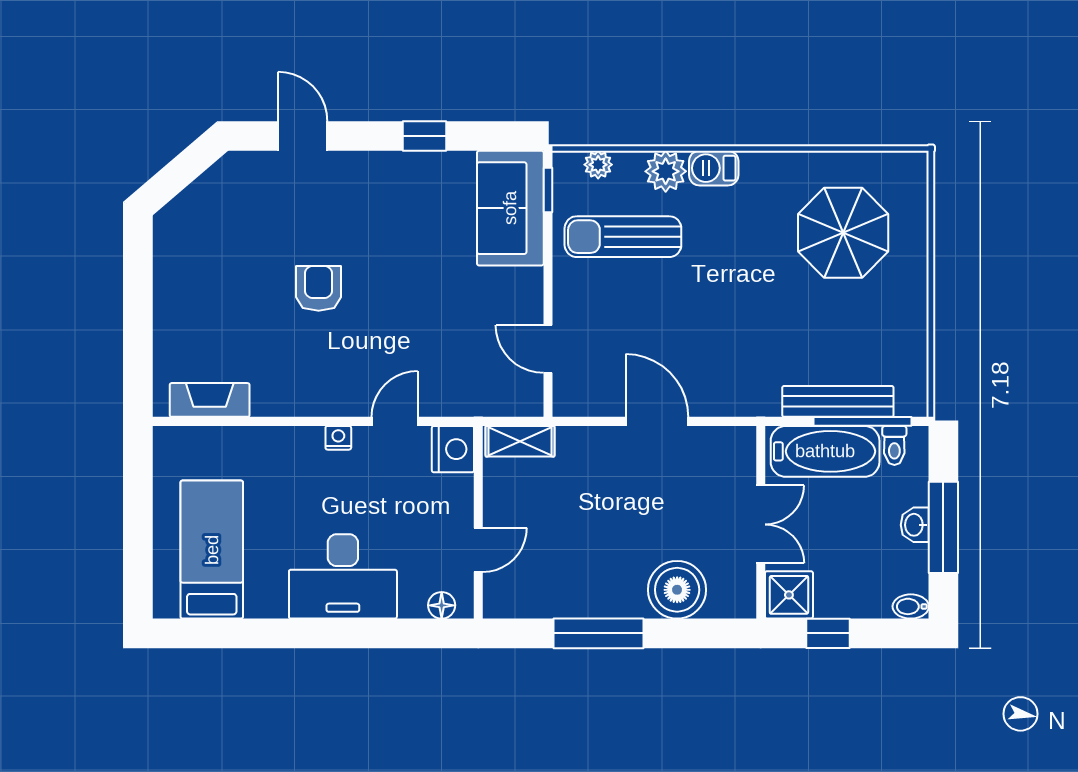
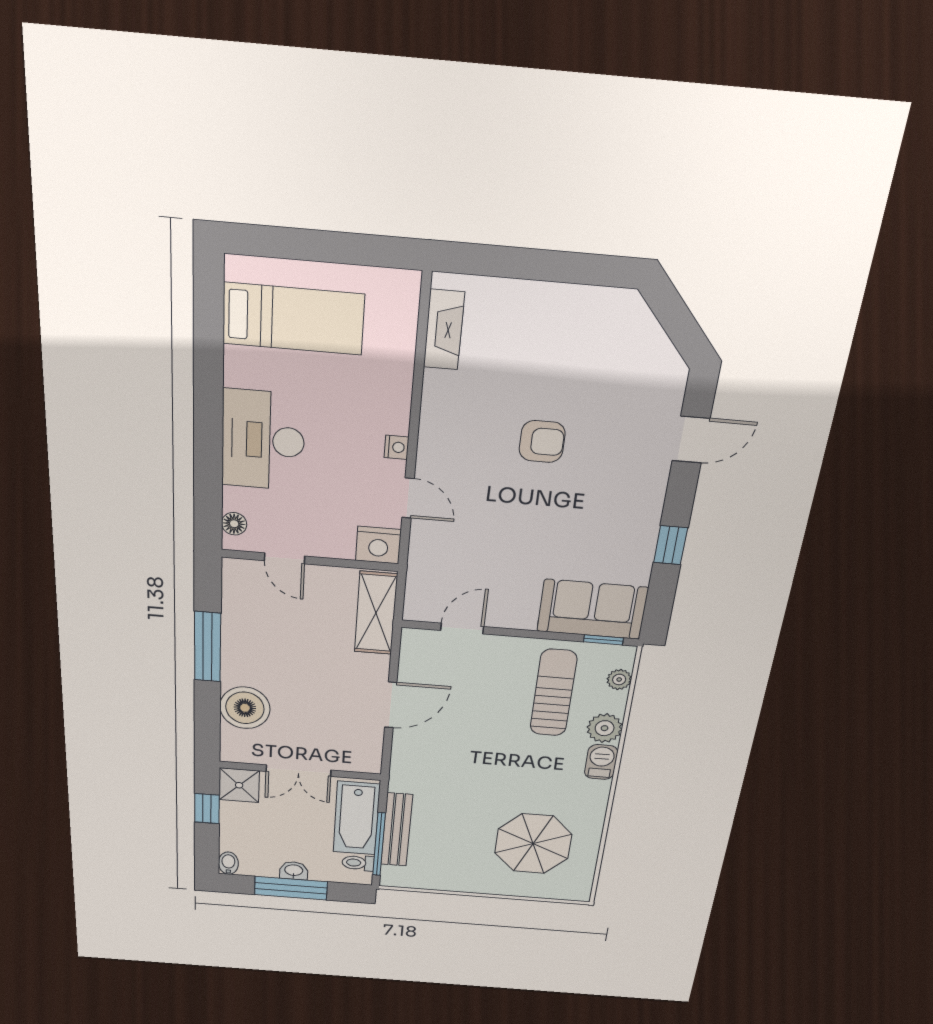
shelving: (520, 441) -> (376, 613), width x1.50, depth x1.33

